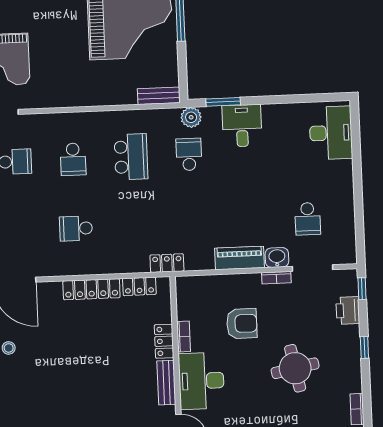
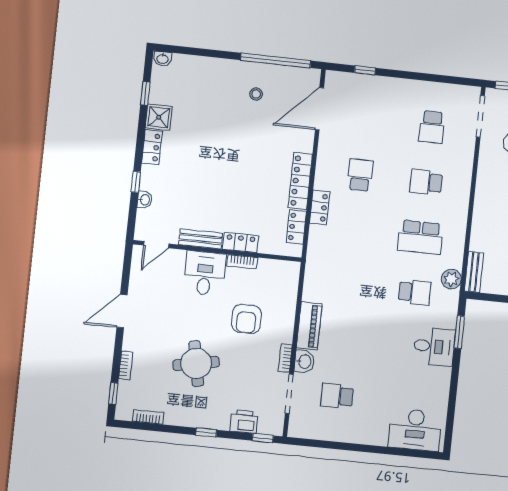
plant: (191, 117) -> (451, 279), moved
locker: (167, 263) -> (320, 207), moved
desk: (201, 381) -> (205, 273), width x0.73

